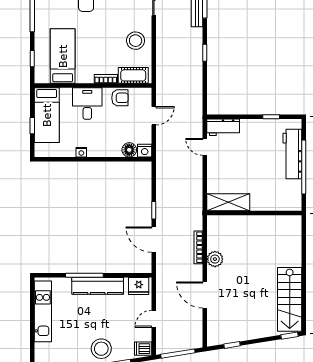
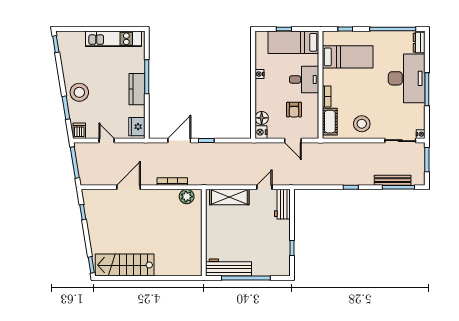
armchair: (120, 98) -> (294, 110), moved
workbench: (292, 154) -> (228, 268), moved
shelving: (228, 202) -> (229, 197), moved, turned 90
plant: (215, 259) -> (187, 197), moved
kitchen counter: (98, 286) -> (137, 89), width x0.67

